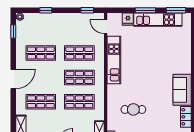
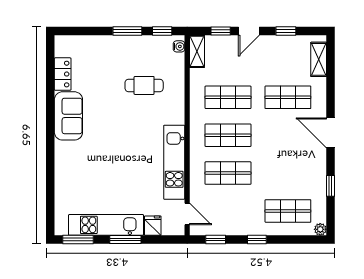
window: (46, 10) -> (257, 239), moved
window: (13, 31) -> (330, 186), moved
shop shelf: (41, 53) -> (288, 211), moved
door: (13, 79) -> (330, 133), hinge flipped

